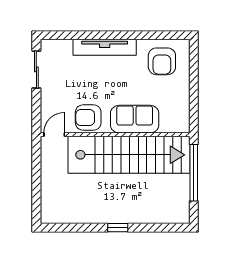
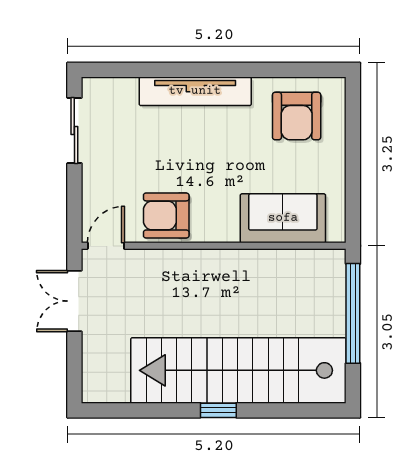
sofa: (135, 119) -> (283, 218), moved
stairs: (129, 155) -> (238, 370), moved, turned 180
double door: (36, 166) -> (74, 301), added

